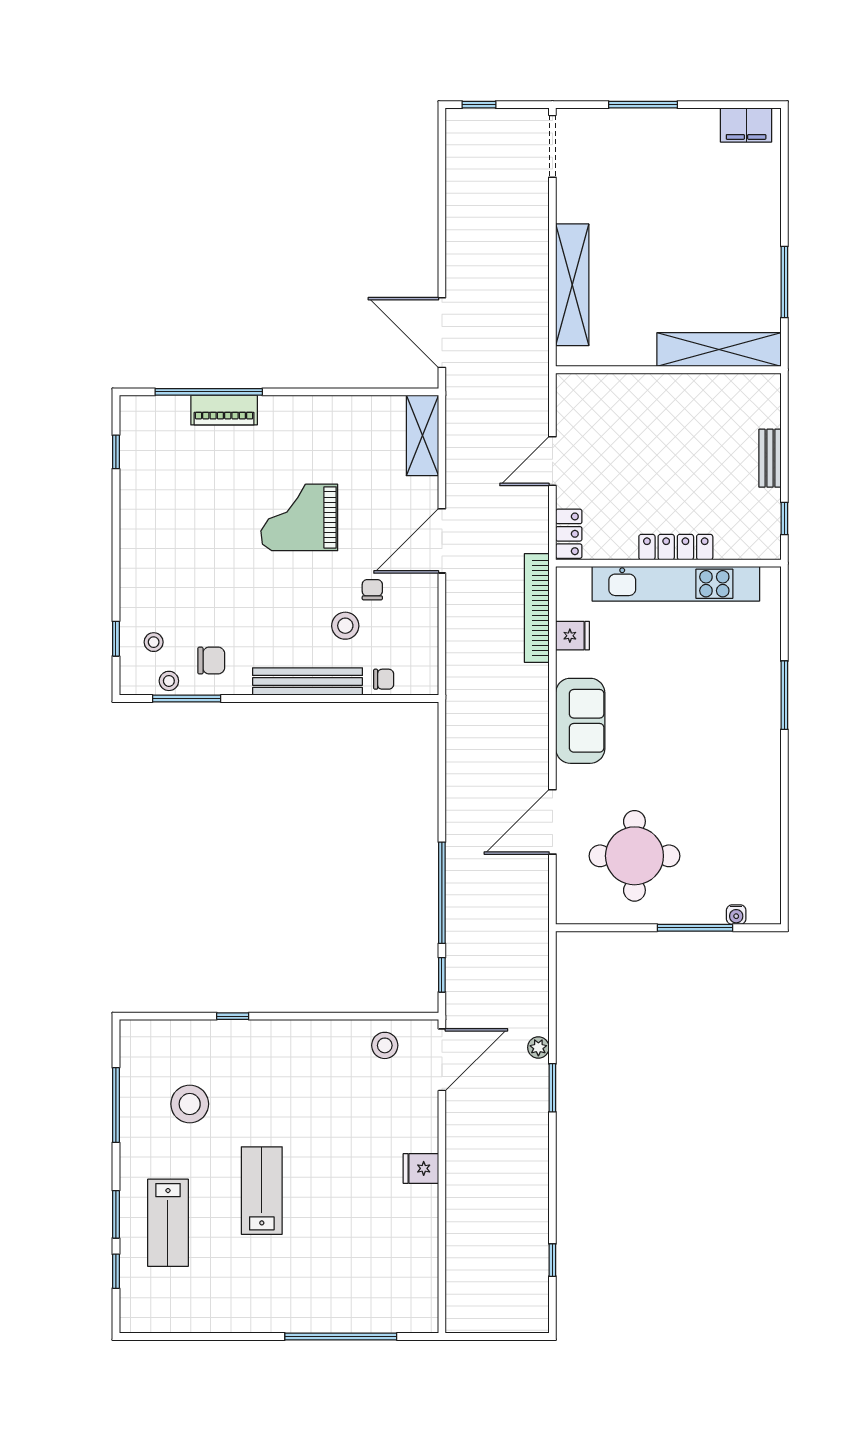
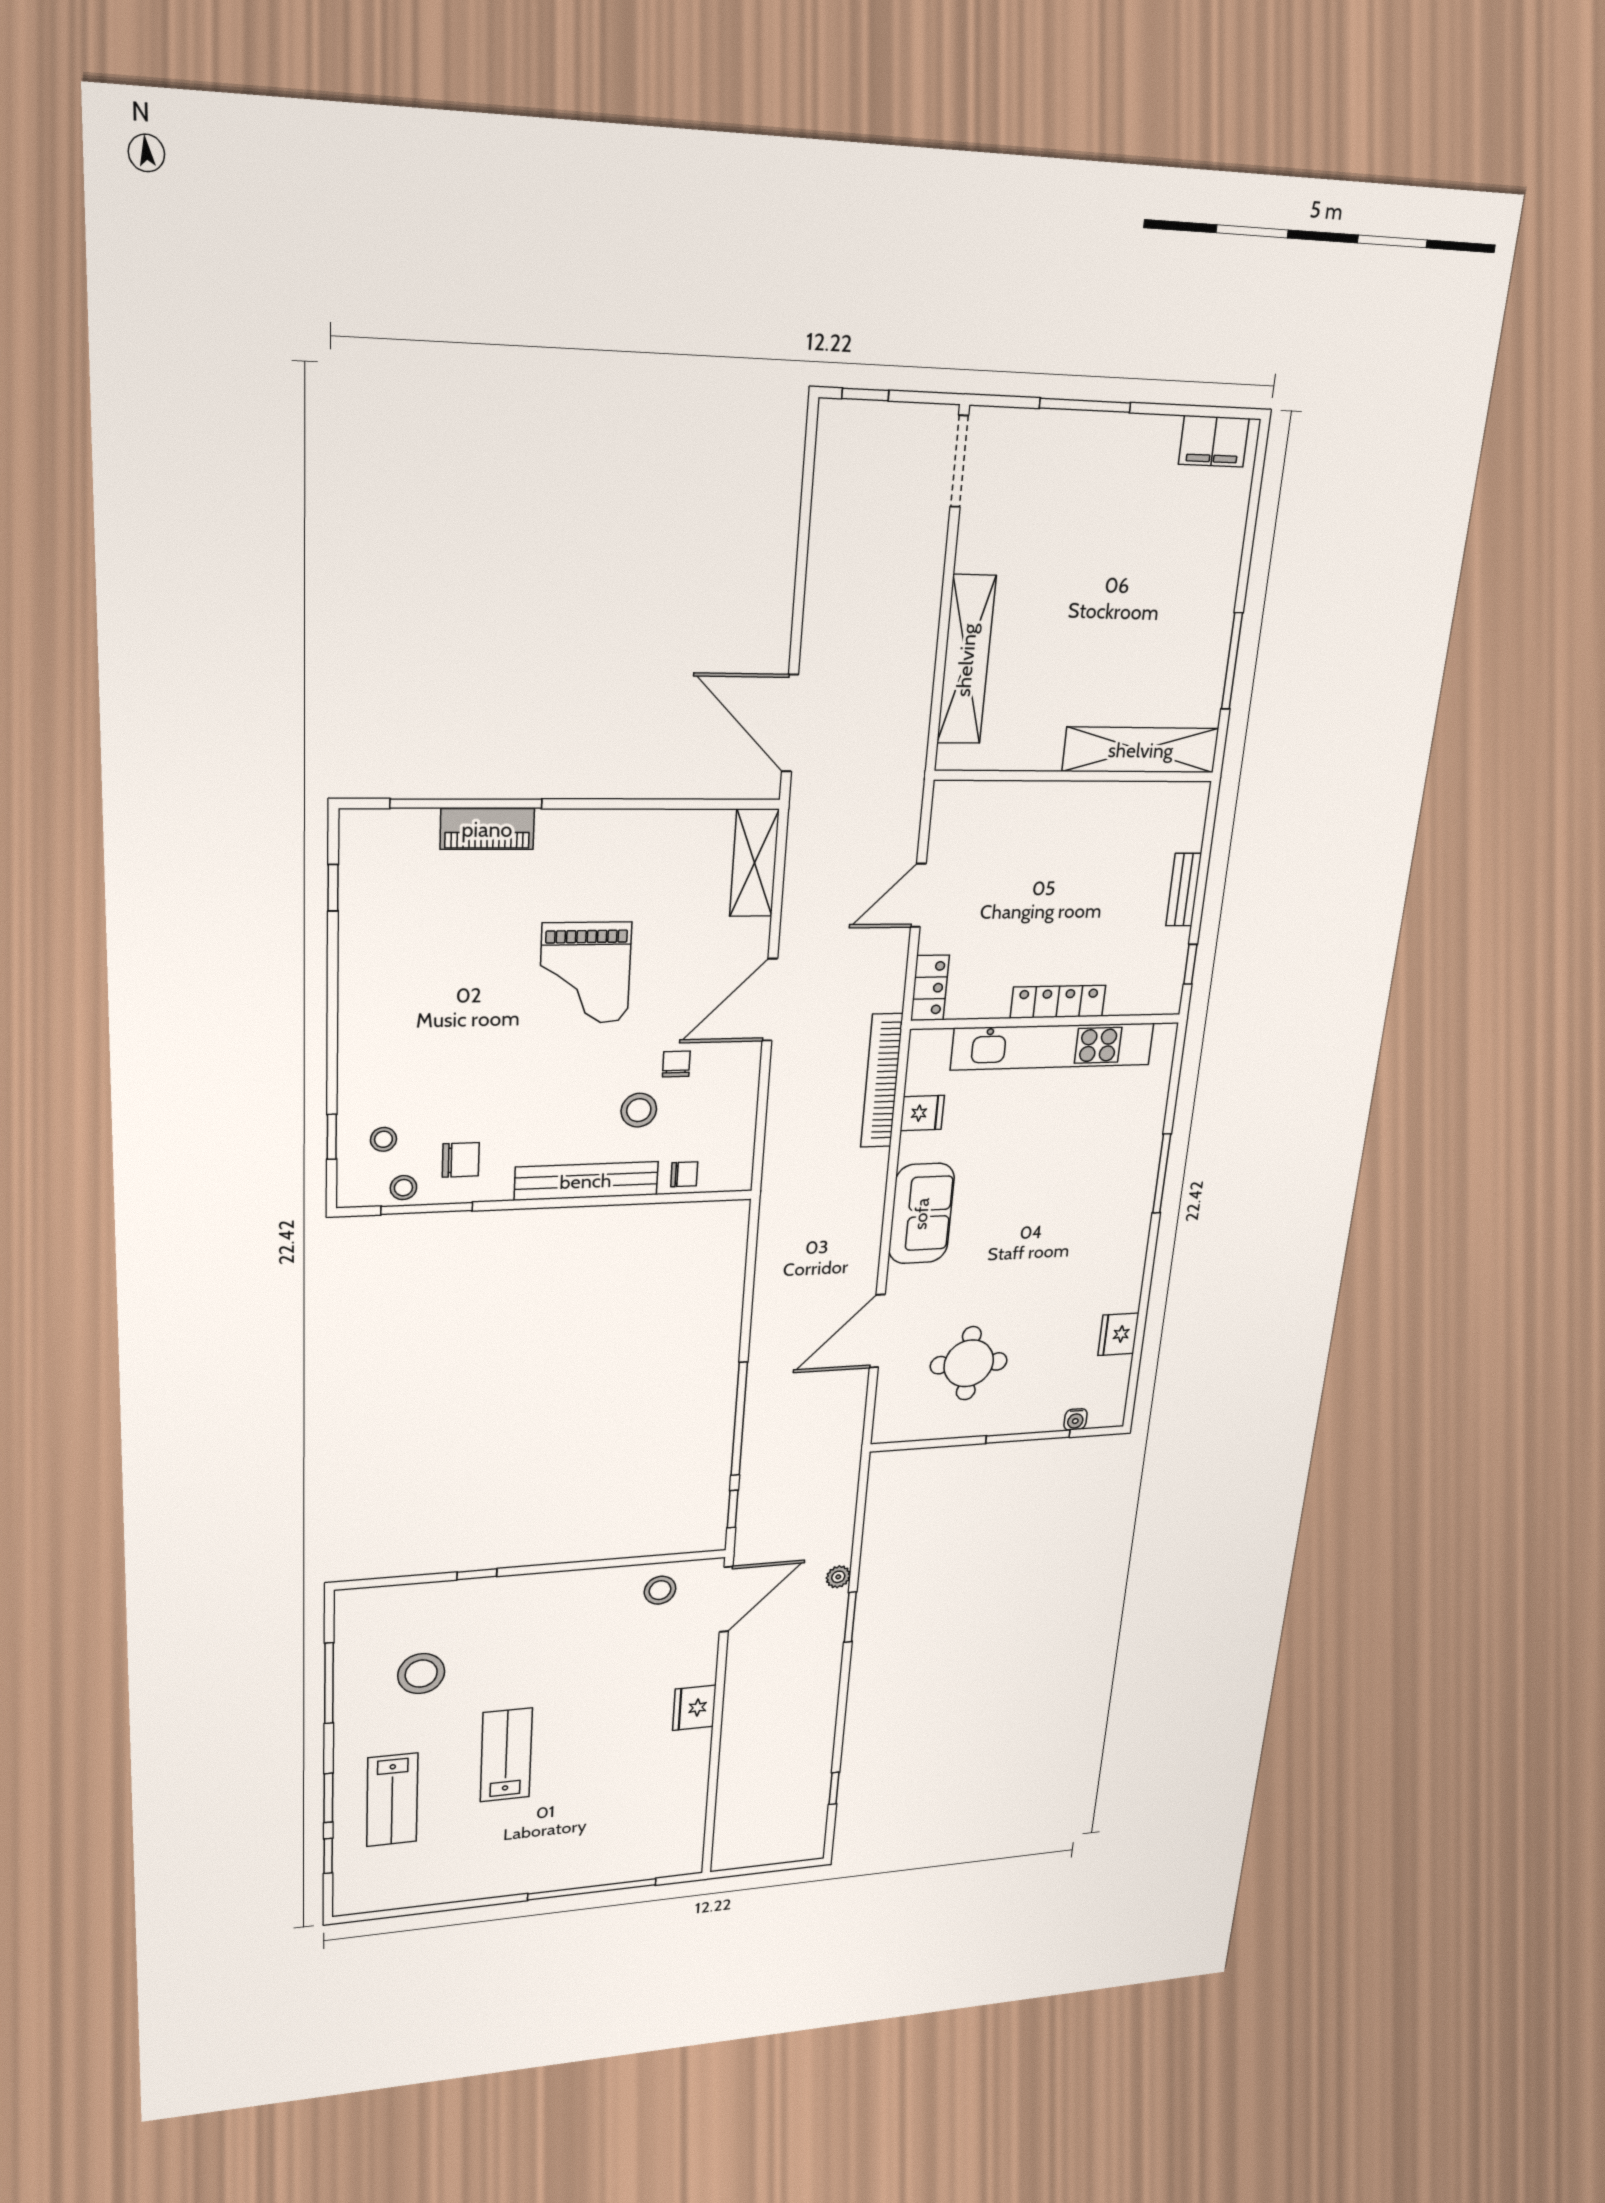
grand piano: (299, 517) -> (585, 973), turned -90
fridge: (765, 838) -> (1118, 1334), added
round table: (634, 856) -> (969, 1363), width x0.73, depth x0.73
fridge: (421, 1168) -> (694, 1708), width x1.38

